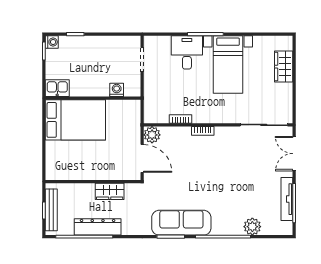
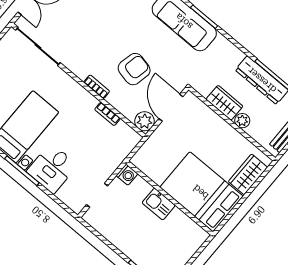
kitchen sink: (57, 88) -> (159, 204), moved
washing machine: (117, 90) -> (127, 175), moved, turned -90
wardrobe: (55, 157) -> (248, 174), added
armchair: (188, 163) -> (134, 69), added
plant: (88, 189) -> (242, 121), added

